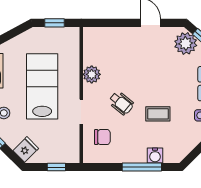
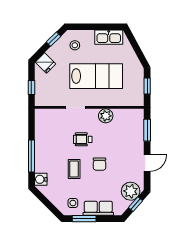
window: (109, 23) -> (147, 130), added
wheelchair: (121, 103) -> (83, 139), turned 51
chair: (102, 137) -> (100, 164), moved
water cooler: (155, 155) -> (41, 179), moved

